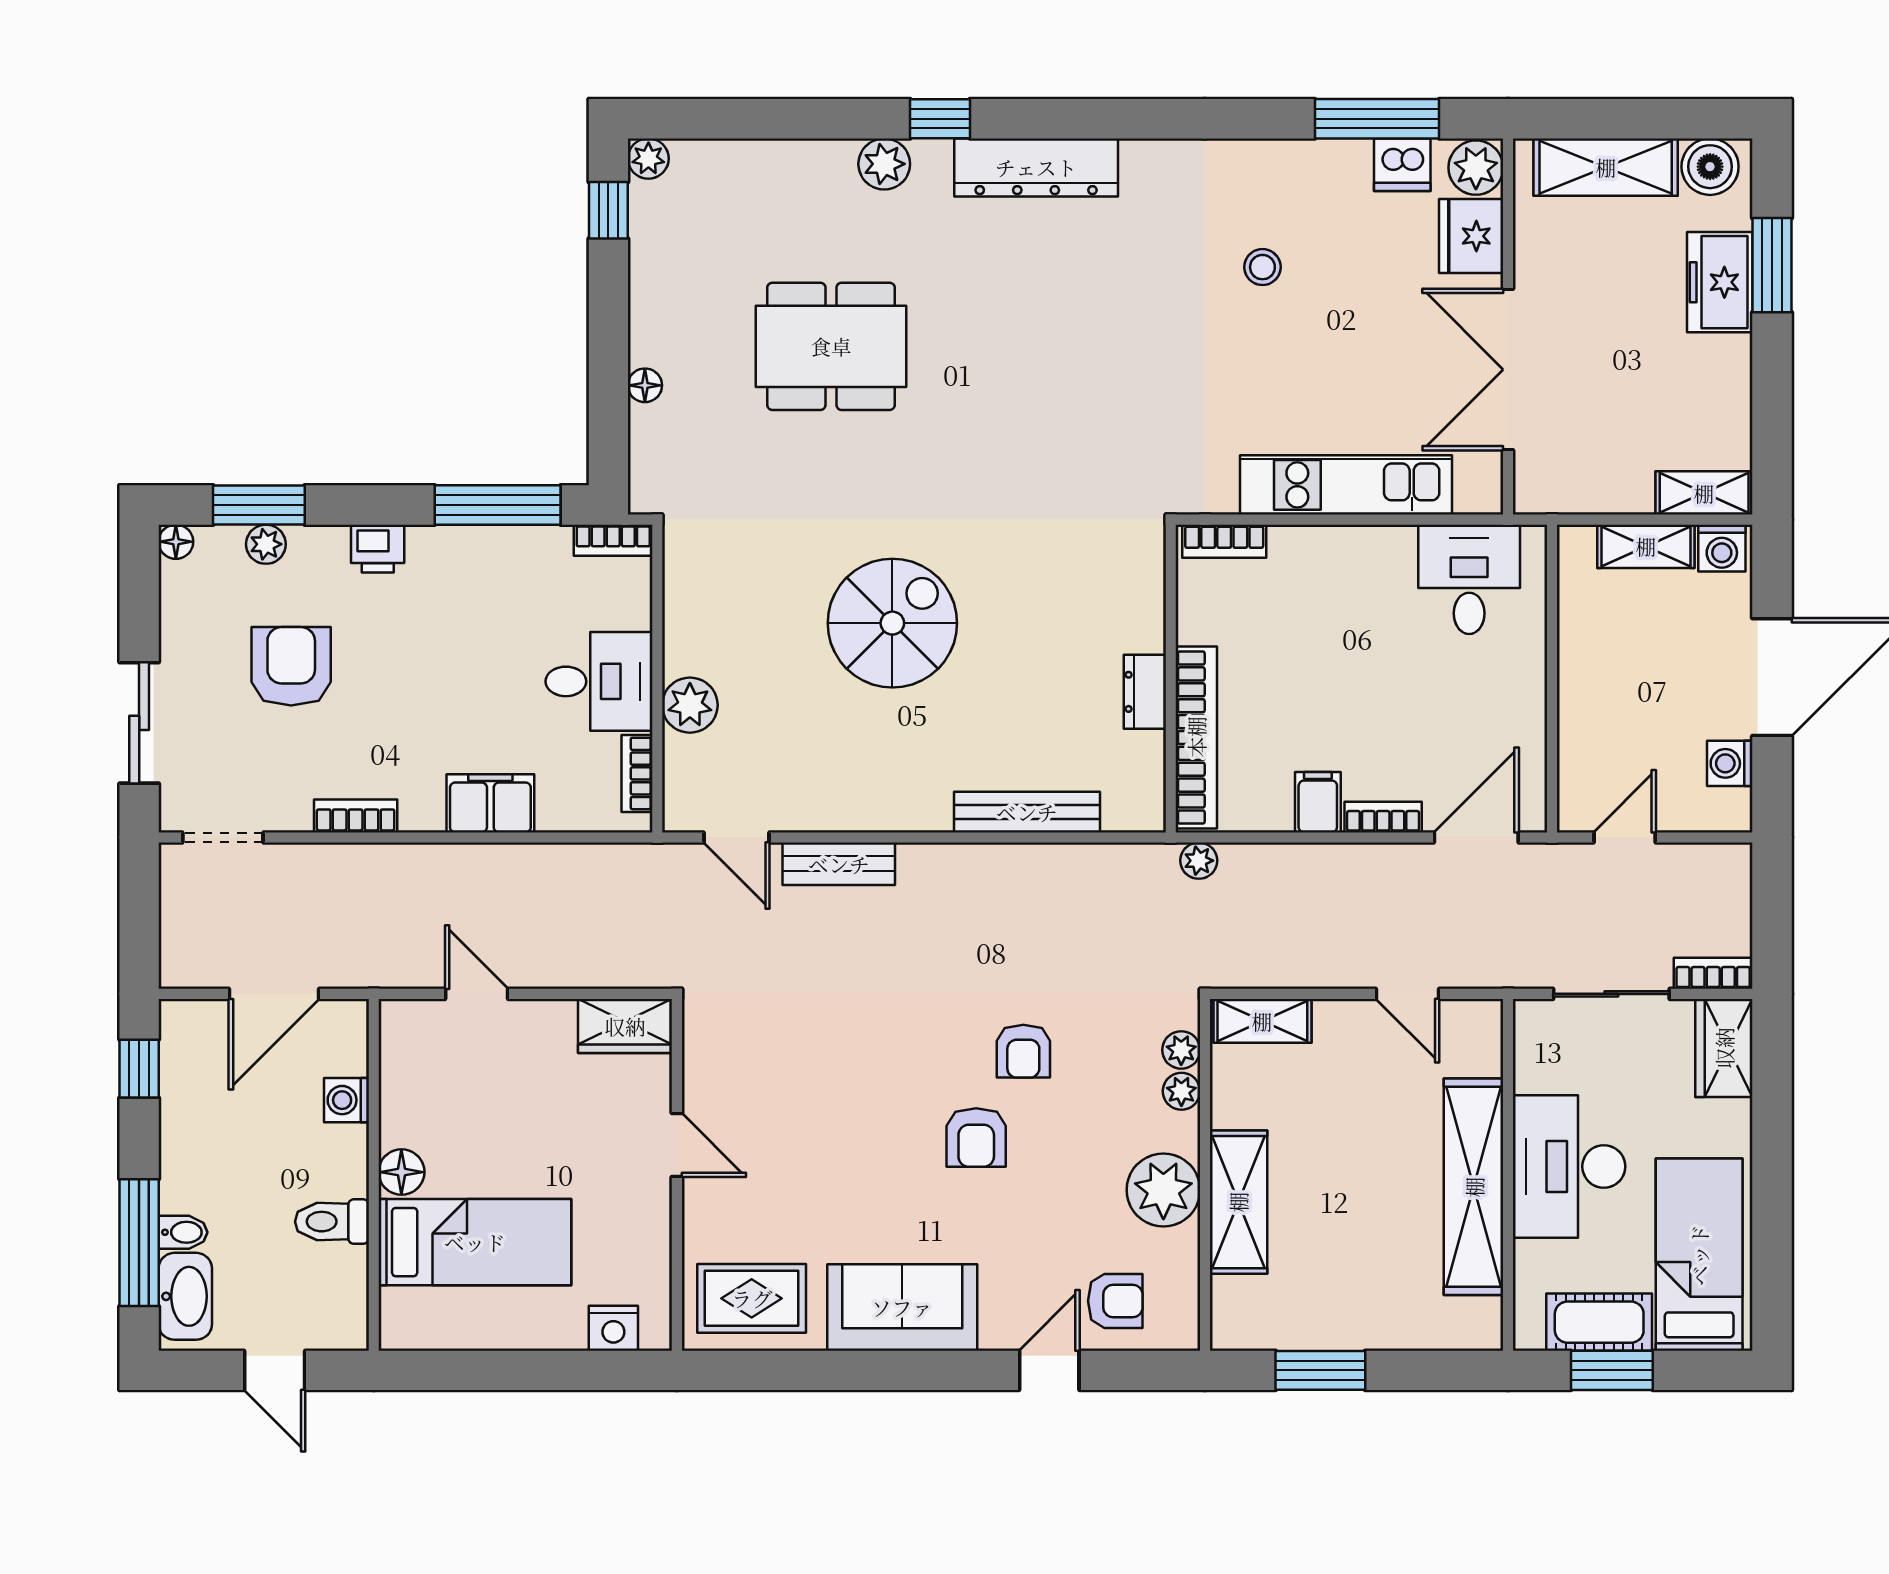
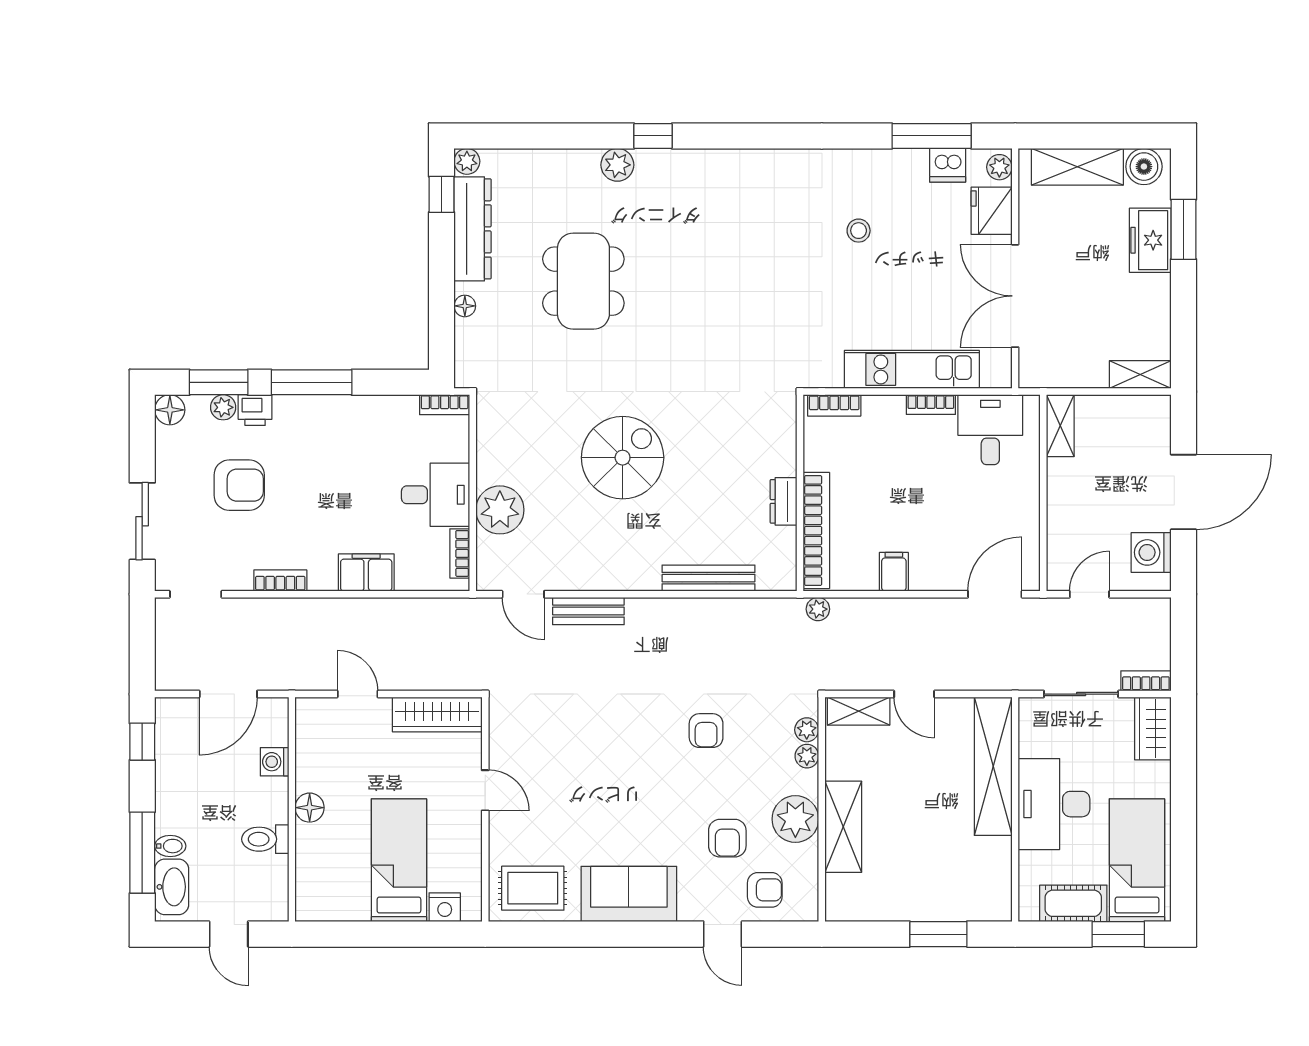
dresser: (1036, 167) -> (473, 229), moved, turned -90
plant: (1476, 168) -> (999, 167), width x0.73, depth x0.73
dining table: (831, 346) -> (583, 281), turned 90
window: (498, 505) -> (312, 382), moved
floor lamp: (176, 542) -> (170, 410), width x1.37, depth x1.37
shelving: (1646, 546) -> (1060, 426), moved, turned 90
washing machine: (1722, 548) -> (1151, 410), removed
printer: (378, 549) -> (255, 410), moved
armchair: (291, 666) -> (239, 485), turned 90
plant: (690, 705) -> (500, 510), width x1.36, depth x1.36
washing machine: (1730, 763) -> (1151, 552), width x1.38, depth x1.38
bookcase: (1383, 817) -> (931, 405), moved, turned 180
door: (1407, 994) -> (914, 694), moved
wardrobe: (625, 1026) -> (437, 714), width x1.50
armchair: (976, 1138) -> (727, 838), moved
shelving: (1474, 1187) -> (993, 766), moved
bed: (475, 1242) -> (399, 860), moved, turned -90
door: (1049, 1370) -> (723, 934), swing flipped
window: (1320, 1370) -> (938, 934), moved
window: (1612, 1370) -> (1118, 934), moved

